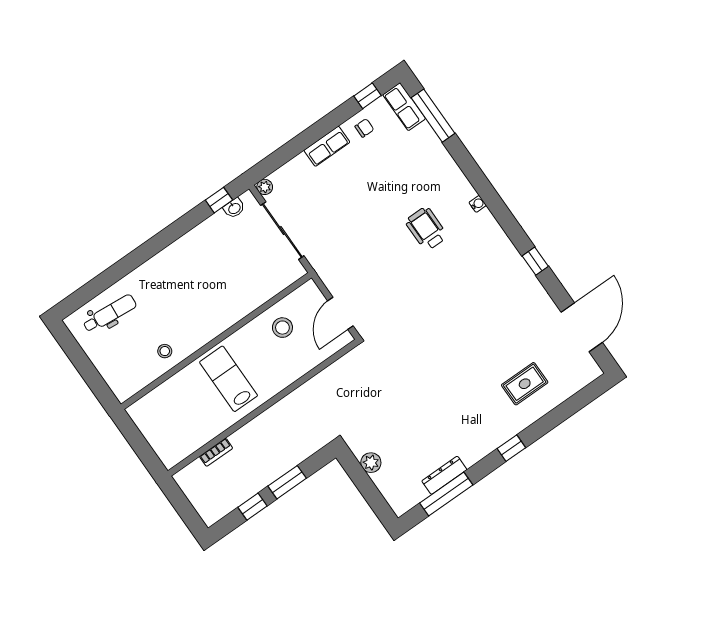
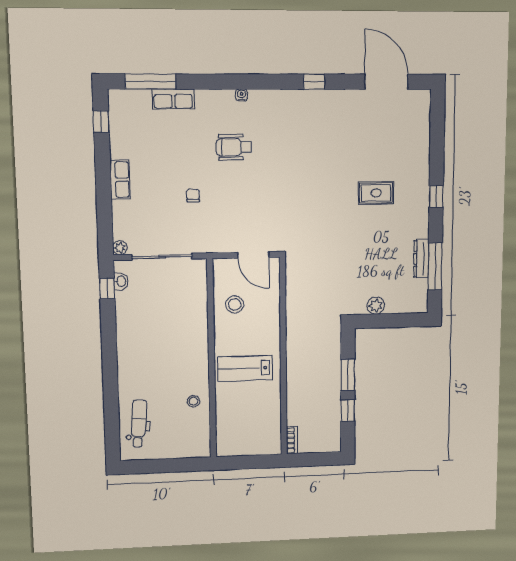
row of seats: (404, 107) -> (173, 99), moved
chair: (364, 128) -> (193, 196), moved
rug: (525, 384) -> (376, 193), moved, turned 90
bookcase: (216, 452) -> (292, 440), moved

